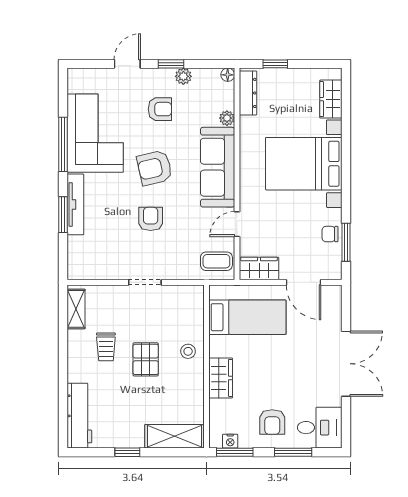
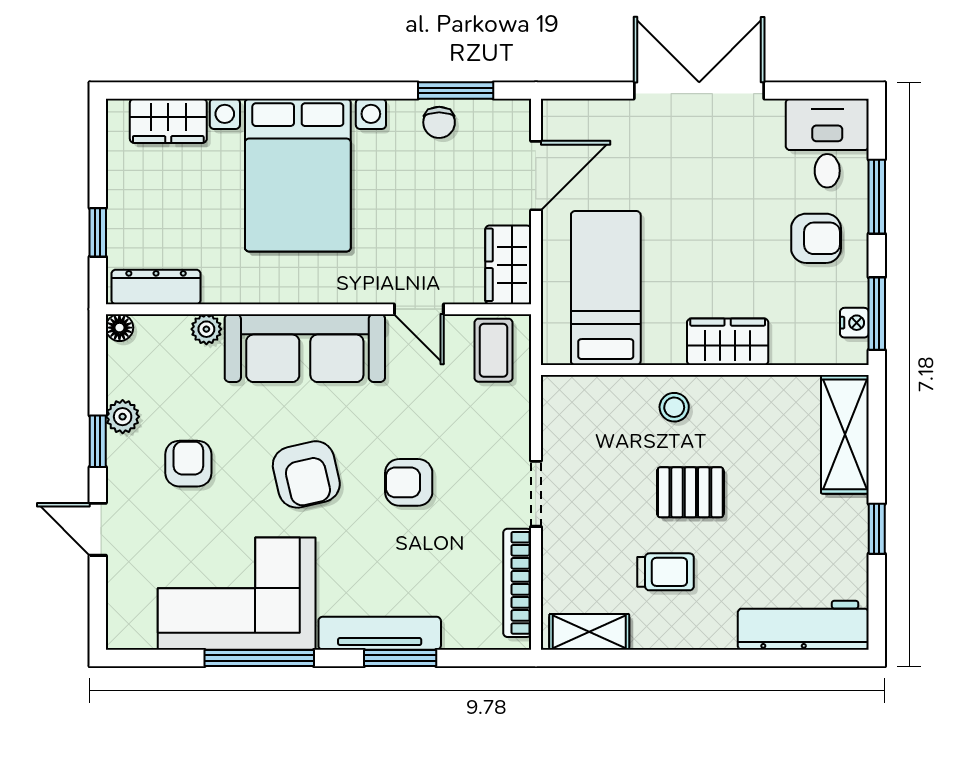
bookcase: (100, 273) -> (517, 583), added

